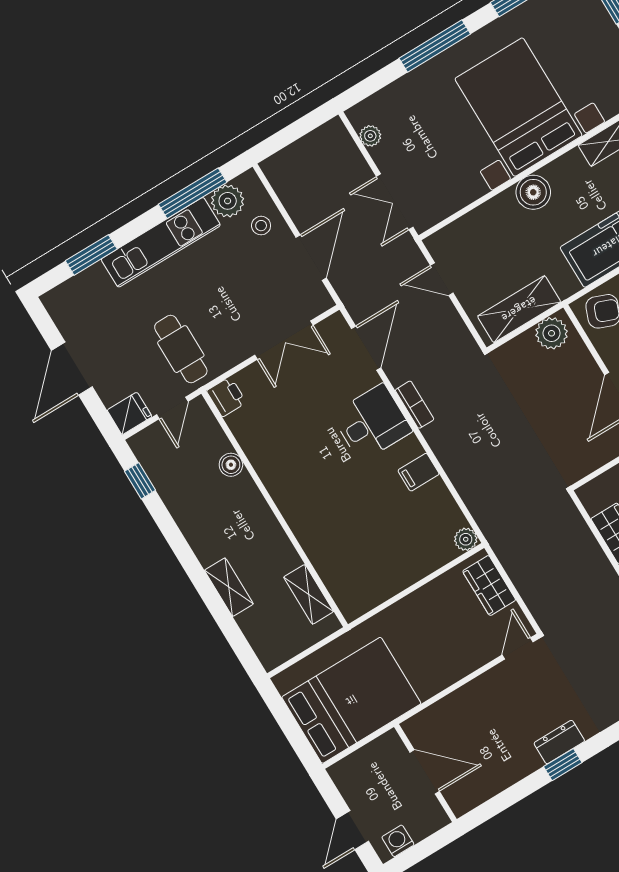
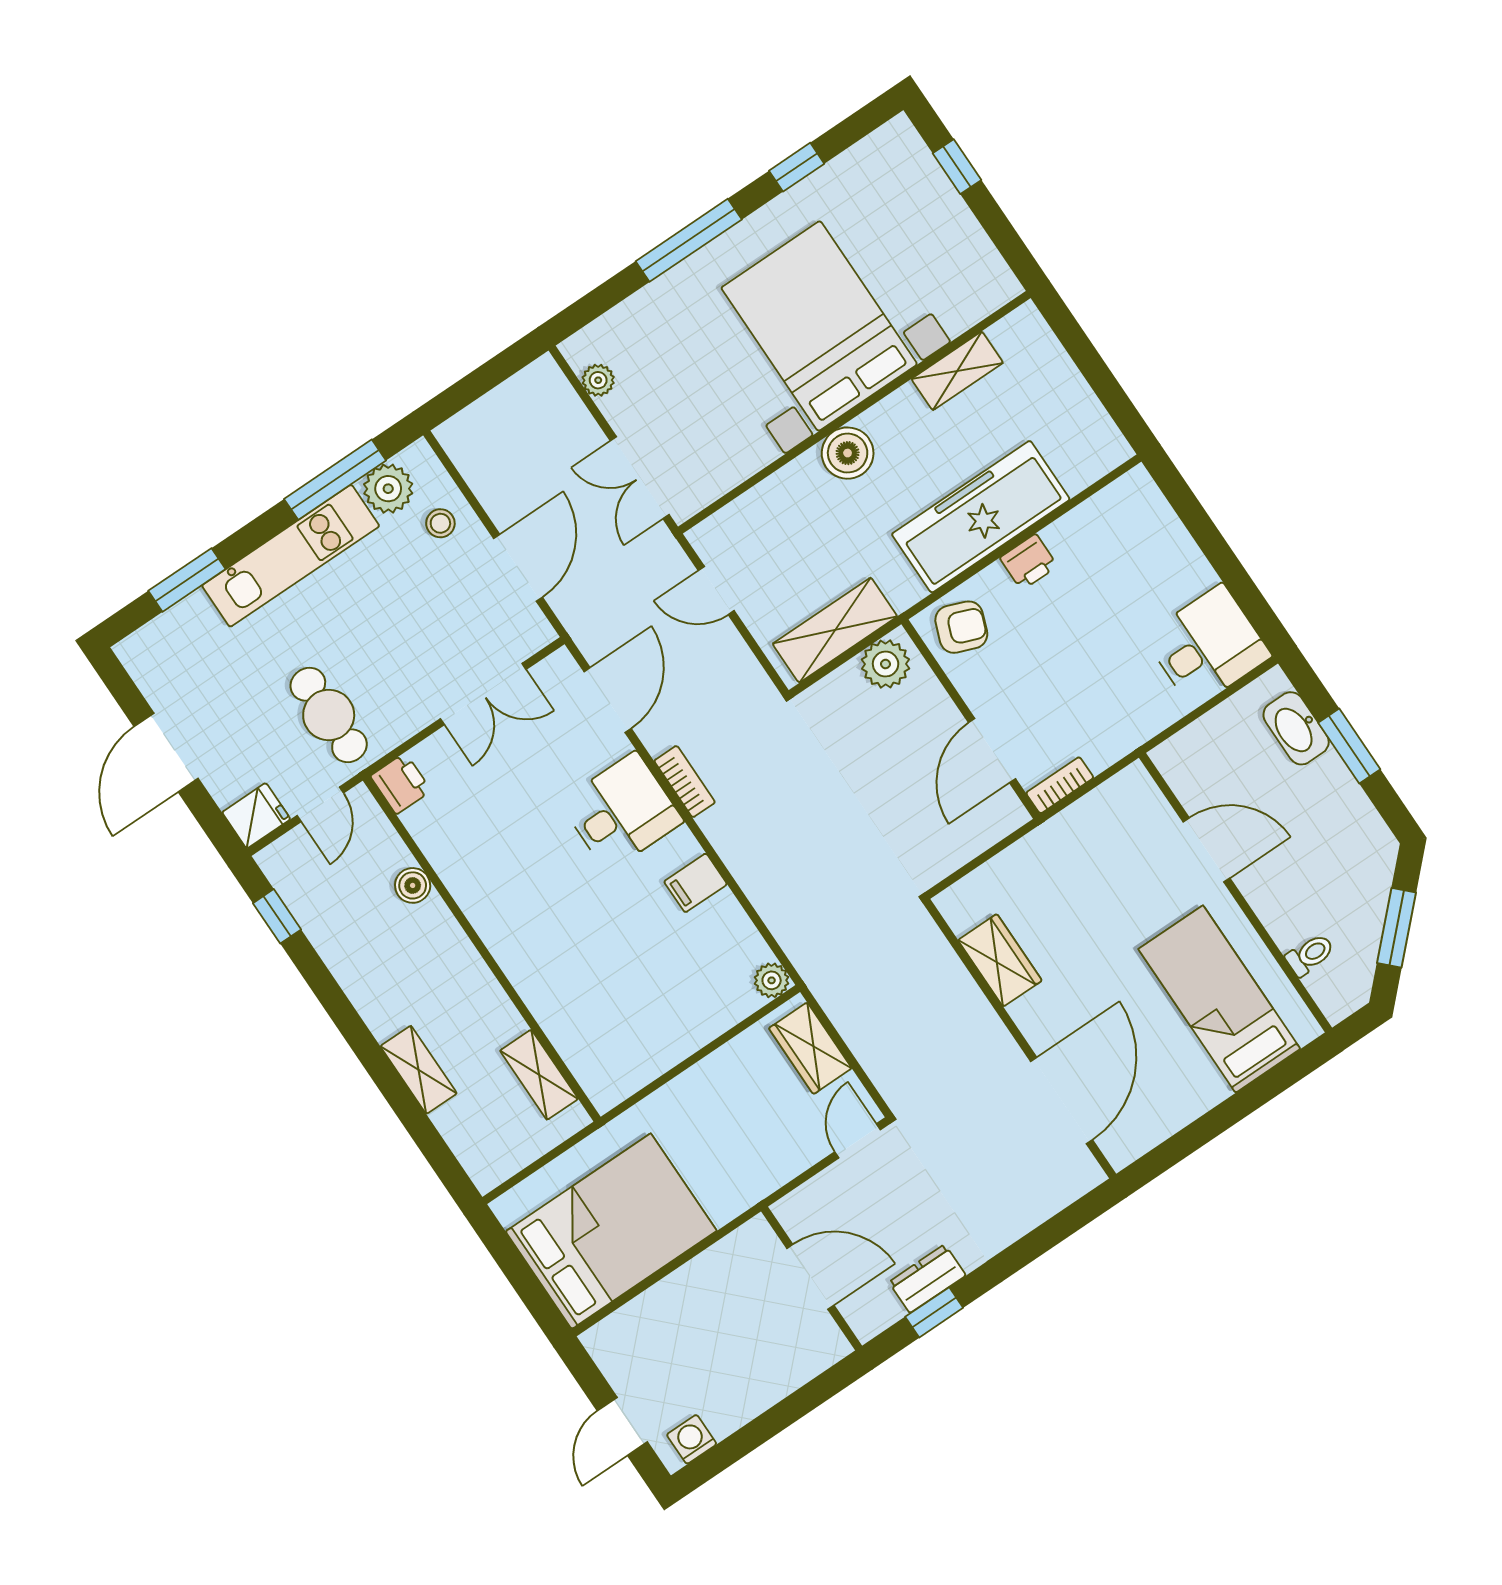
door: (425, 772) -> (810, 1277), moved
wall: (425, 773) -> (812, 1279), moved

